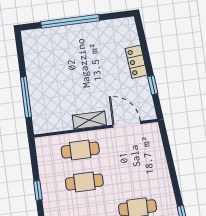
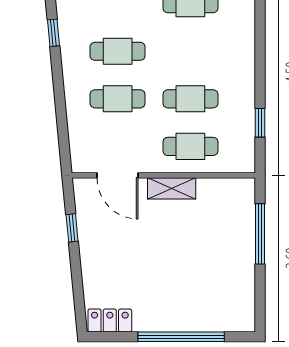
locker: (136, 62) -> (110, 321), moved, turned -85
cafe table: (133, 176) -> (118, 99), added
window: (38, 190) -> (260, 123), moved

